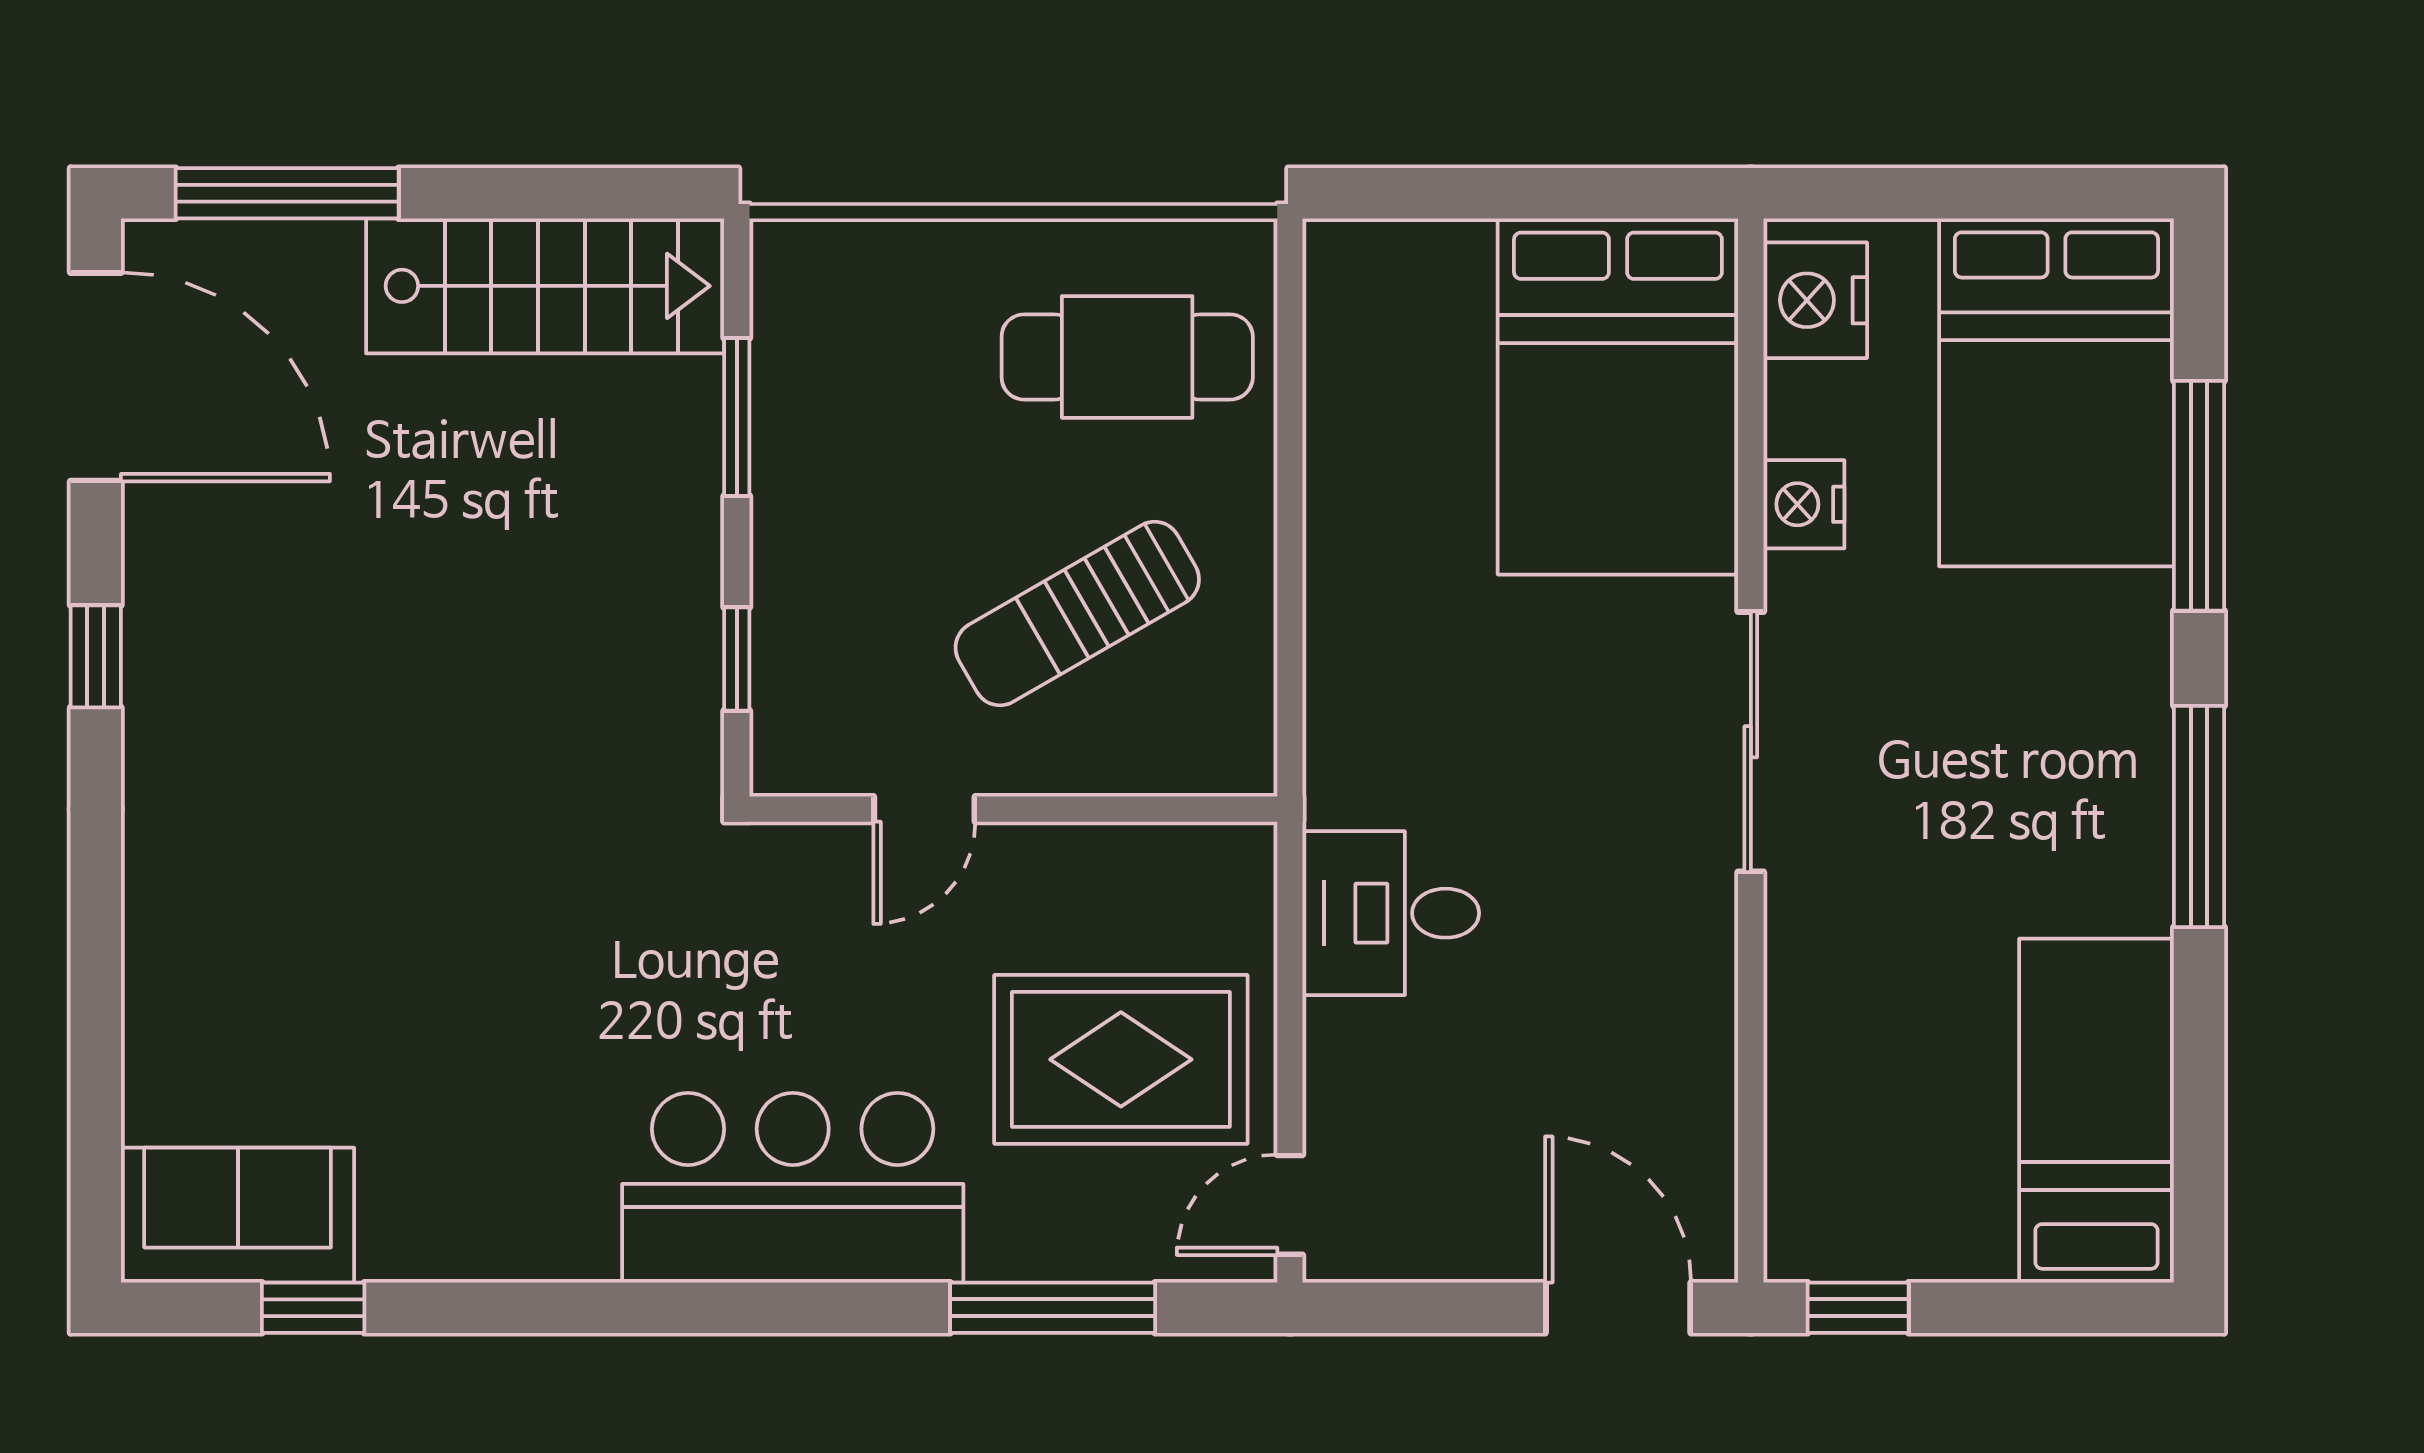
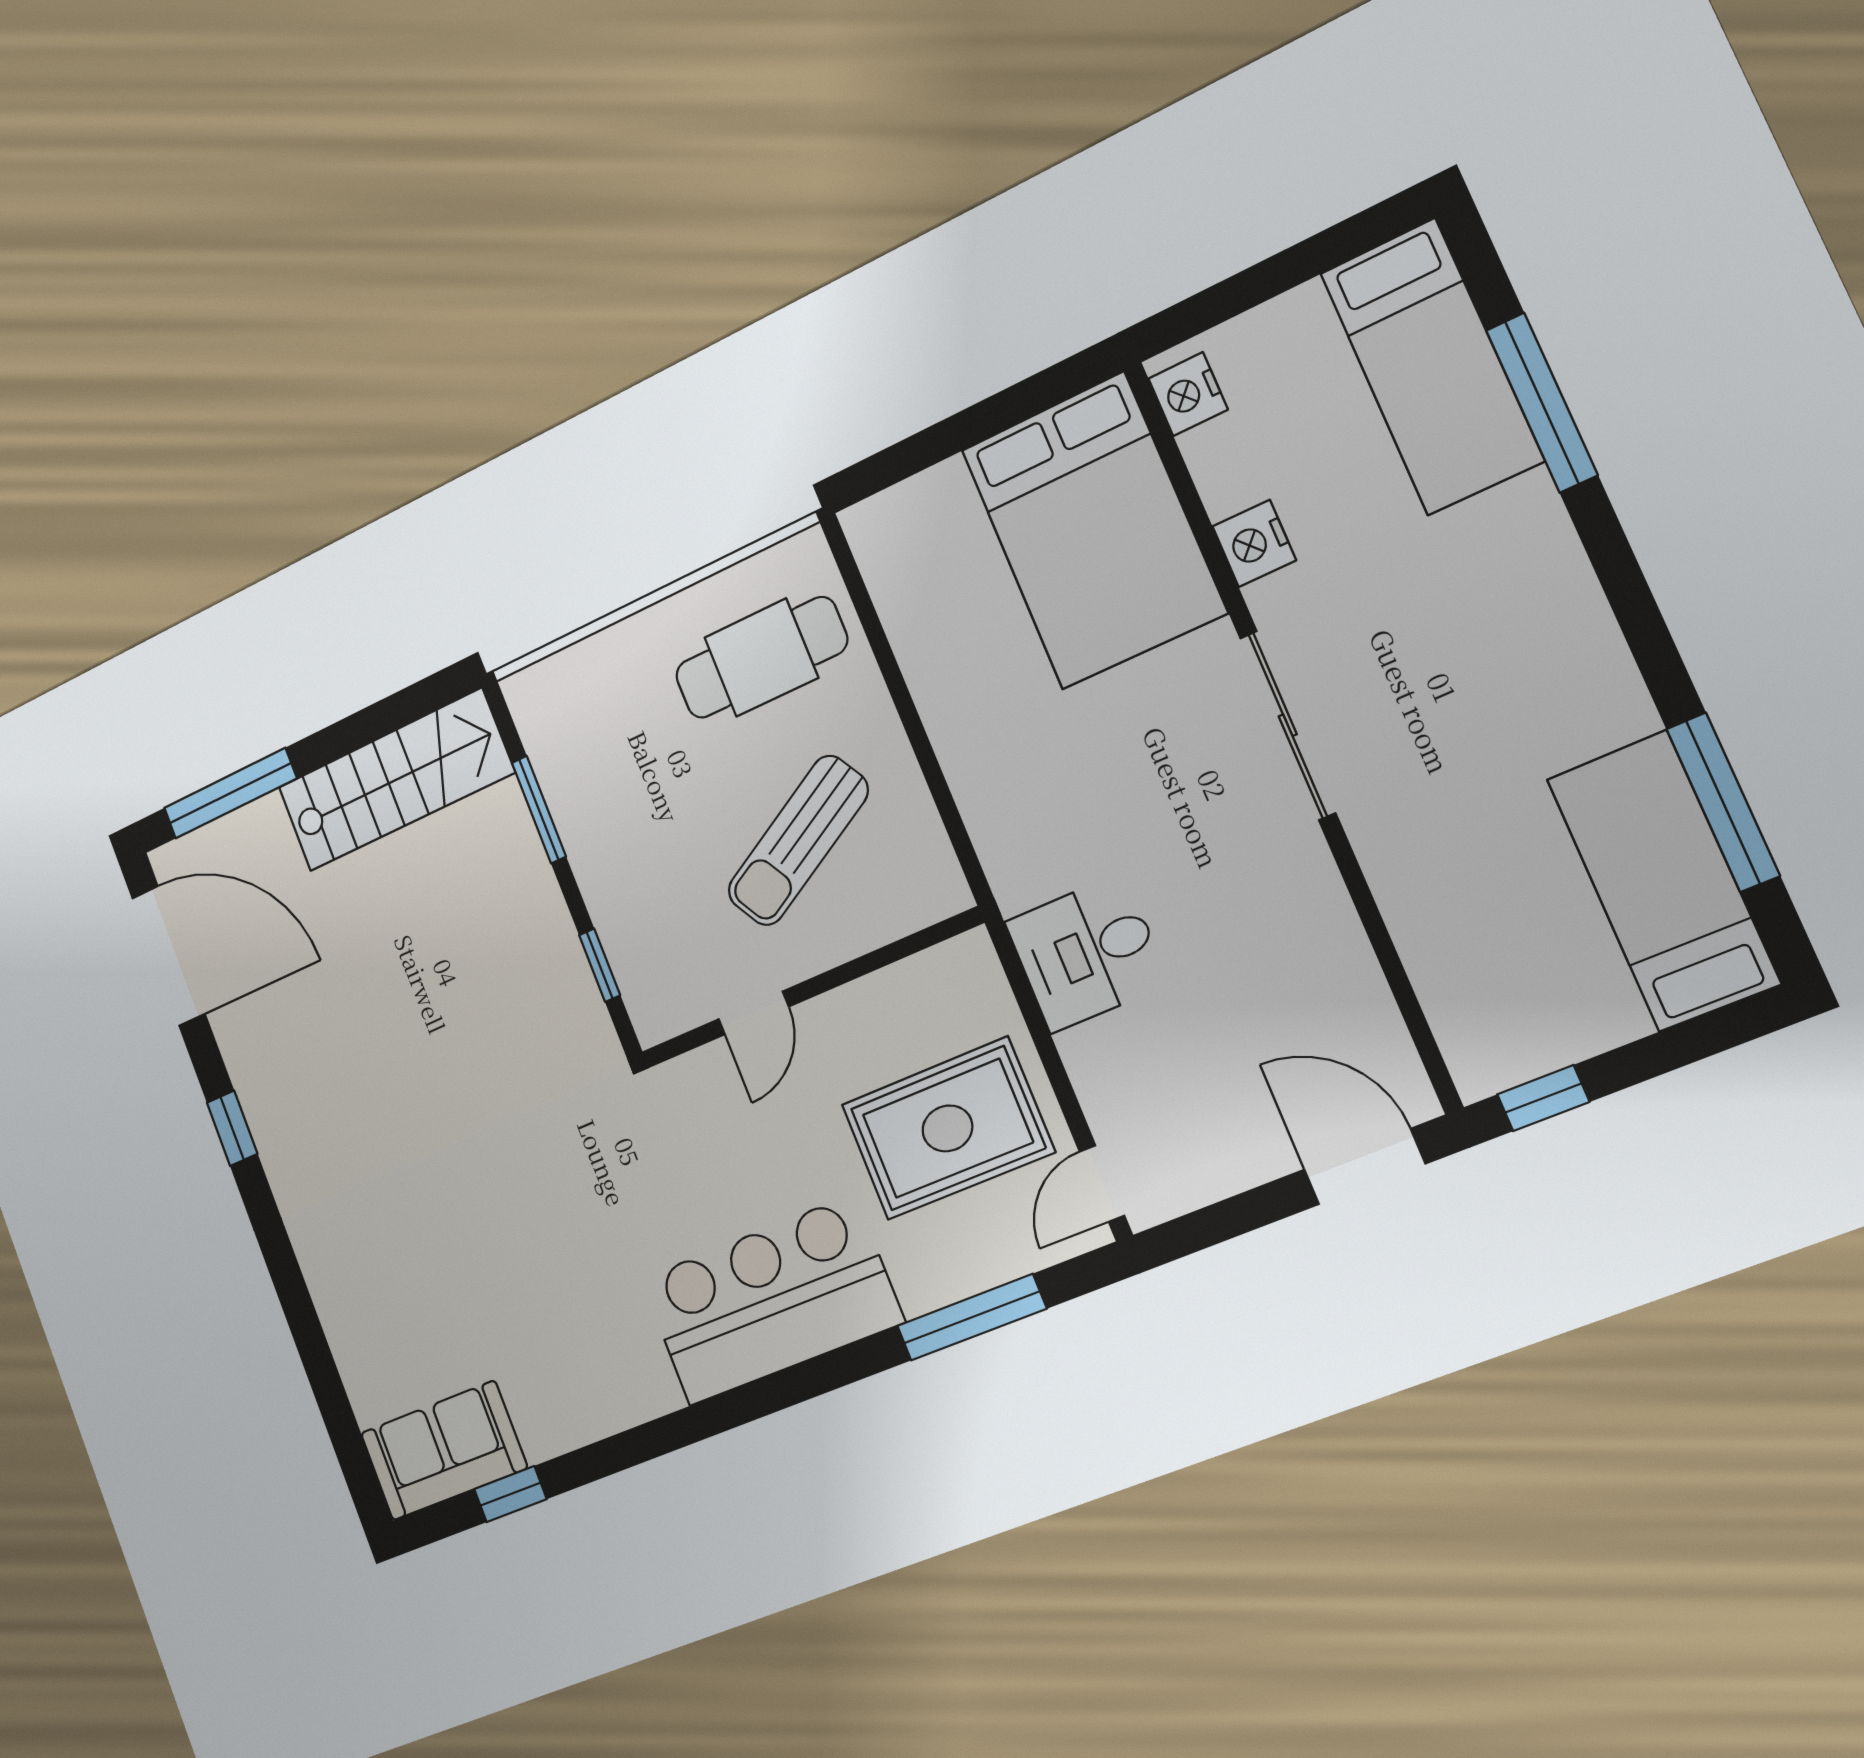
nightstand: (1815, 300) -> (1188, 394), width x0.74, depth x0.75
bed: (2056, 392) -> (1431, 366), width x0.67
window: (2199, 816) -> (1723, 802), moved

